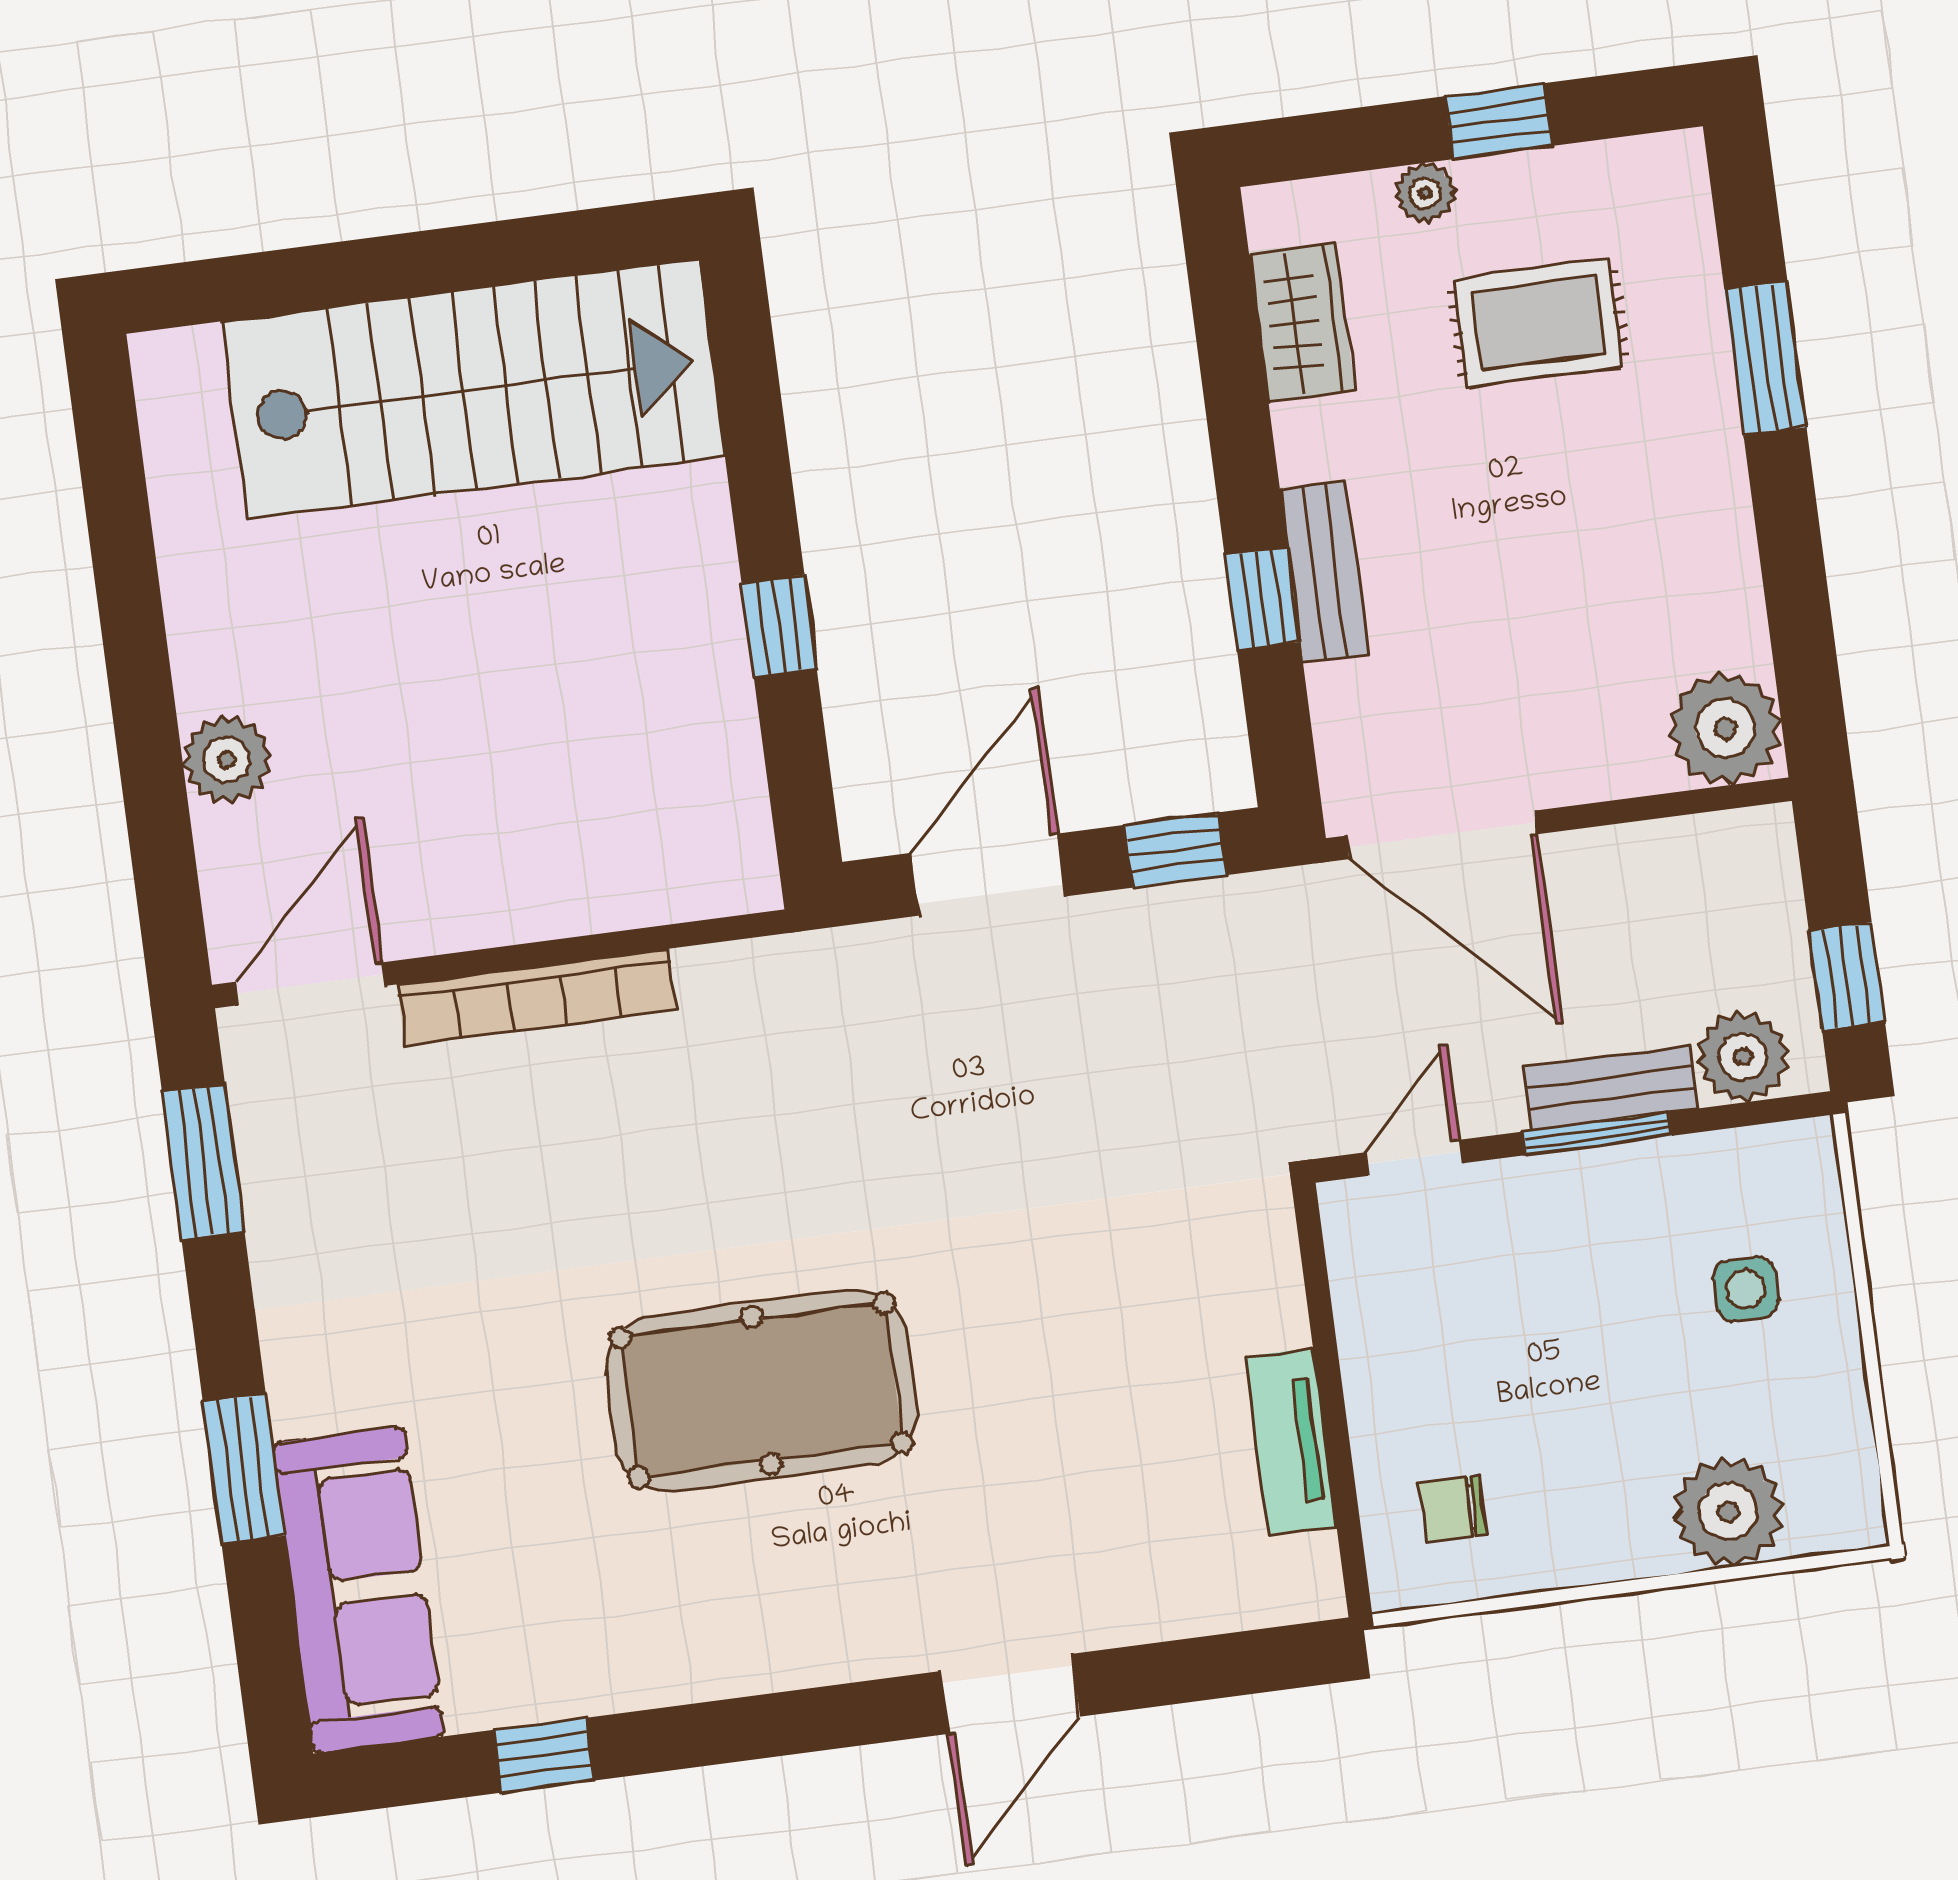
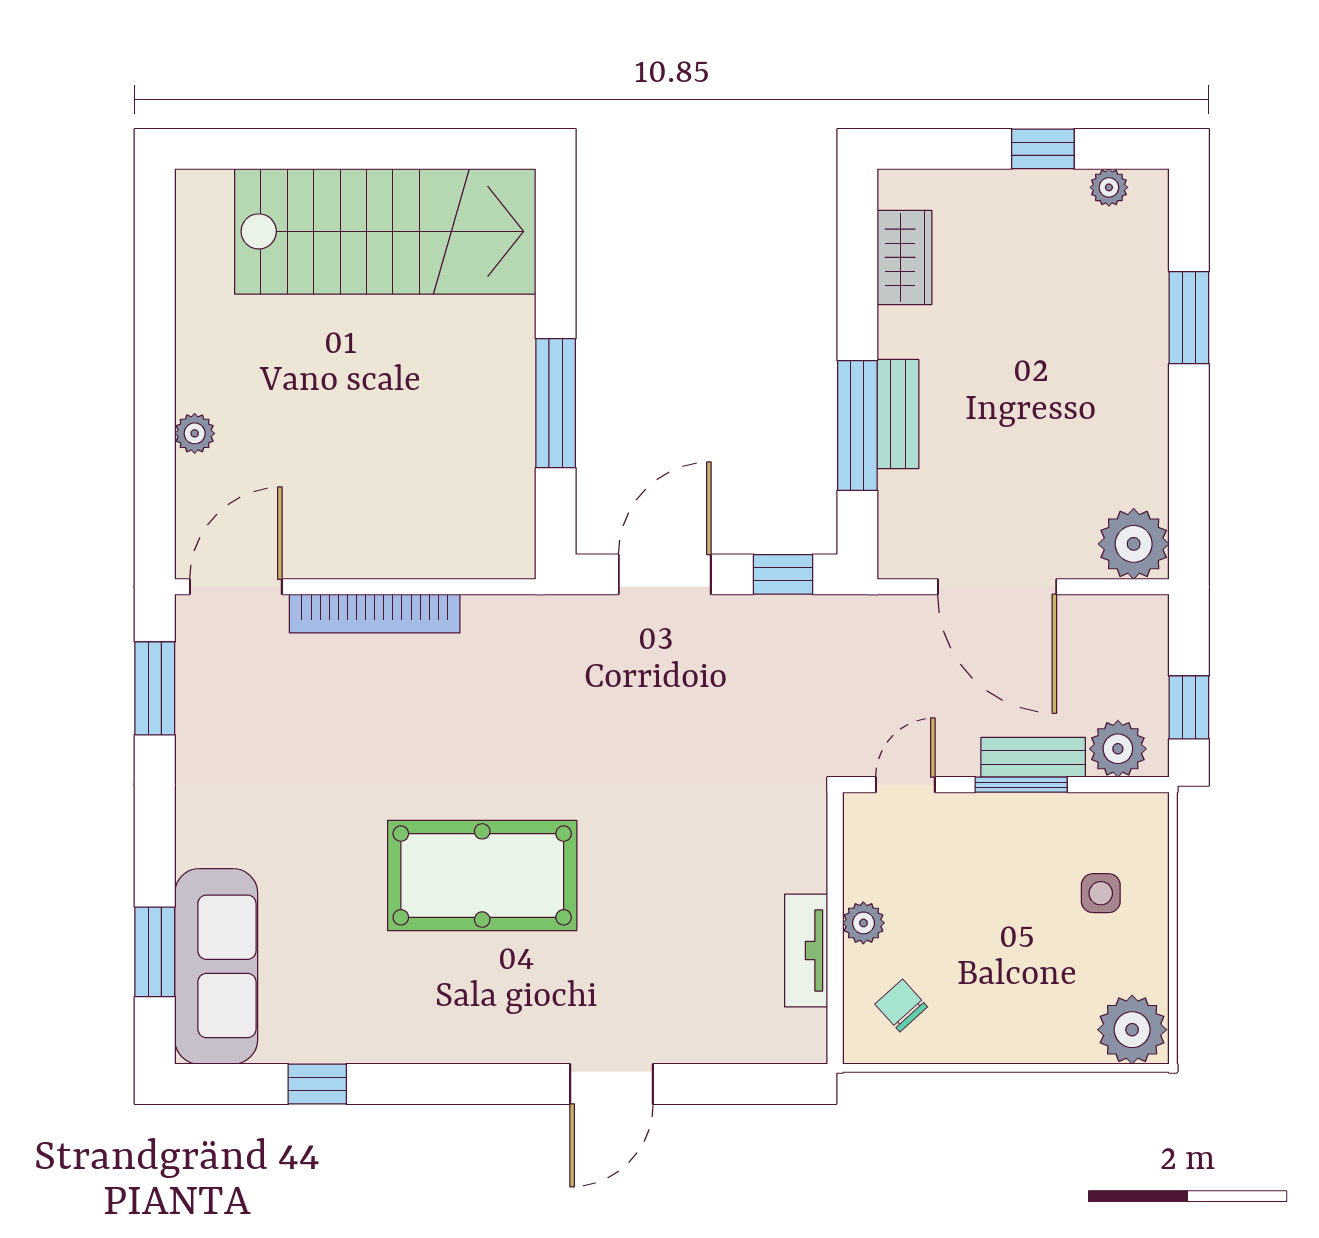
plant: (1425, 193) -> (1109, 187), moved
rug: (1538, 323) -> (1051, 277), removed
window: (1262, 599) -> (857, 426), width x2.17
window: (779, 626) -> (556, 403), width x2.17
plant: (227, 760) -> (195, 433), width x0.73, depth x0.73
door: (1442, 835) -> (997, 587), moved
plant: (1376, 1386) -> (863, 923), added
window: (244, 1469) -> (155, 952), moved
chair: (1453, 1509) -> (901, 1006), turned 48
plant: (1728, 1512) -> (1132, 1030), moved

